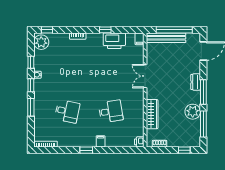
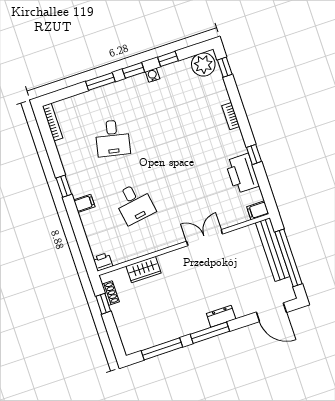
plant: (193, 112) -> (175, 327), removed
wardrobe: (152, 114) -> (144, 270), width x0.67
window: (184, 150) -> (103, 304), moved

